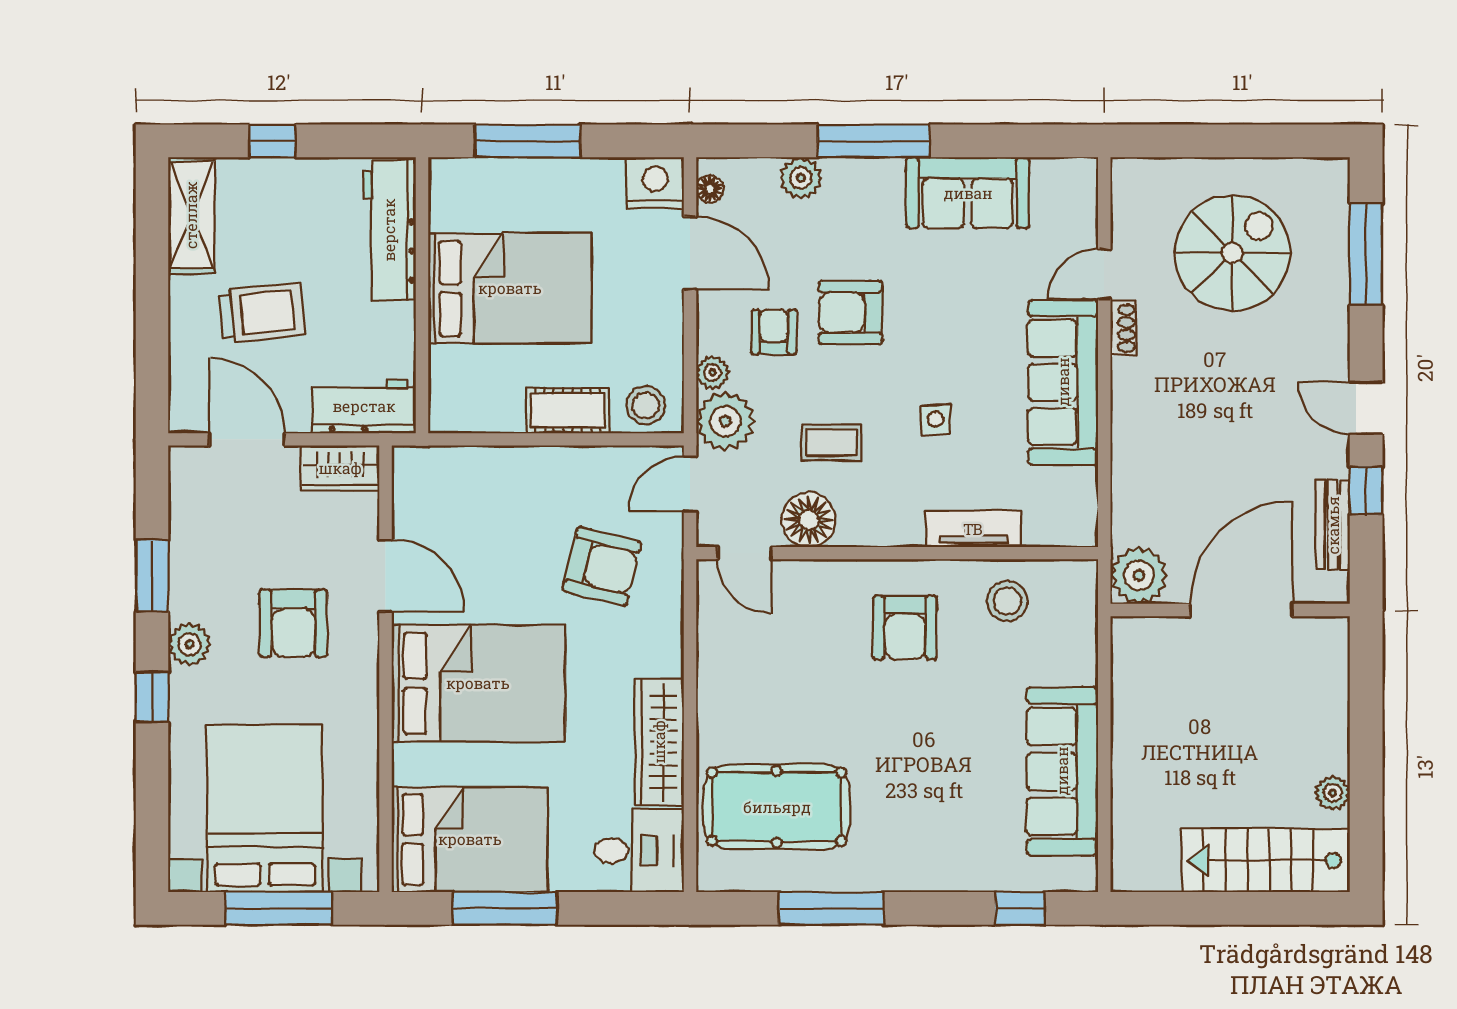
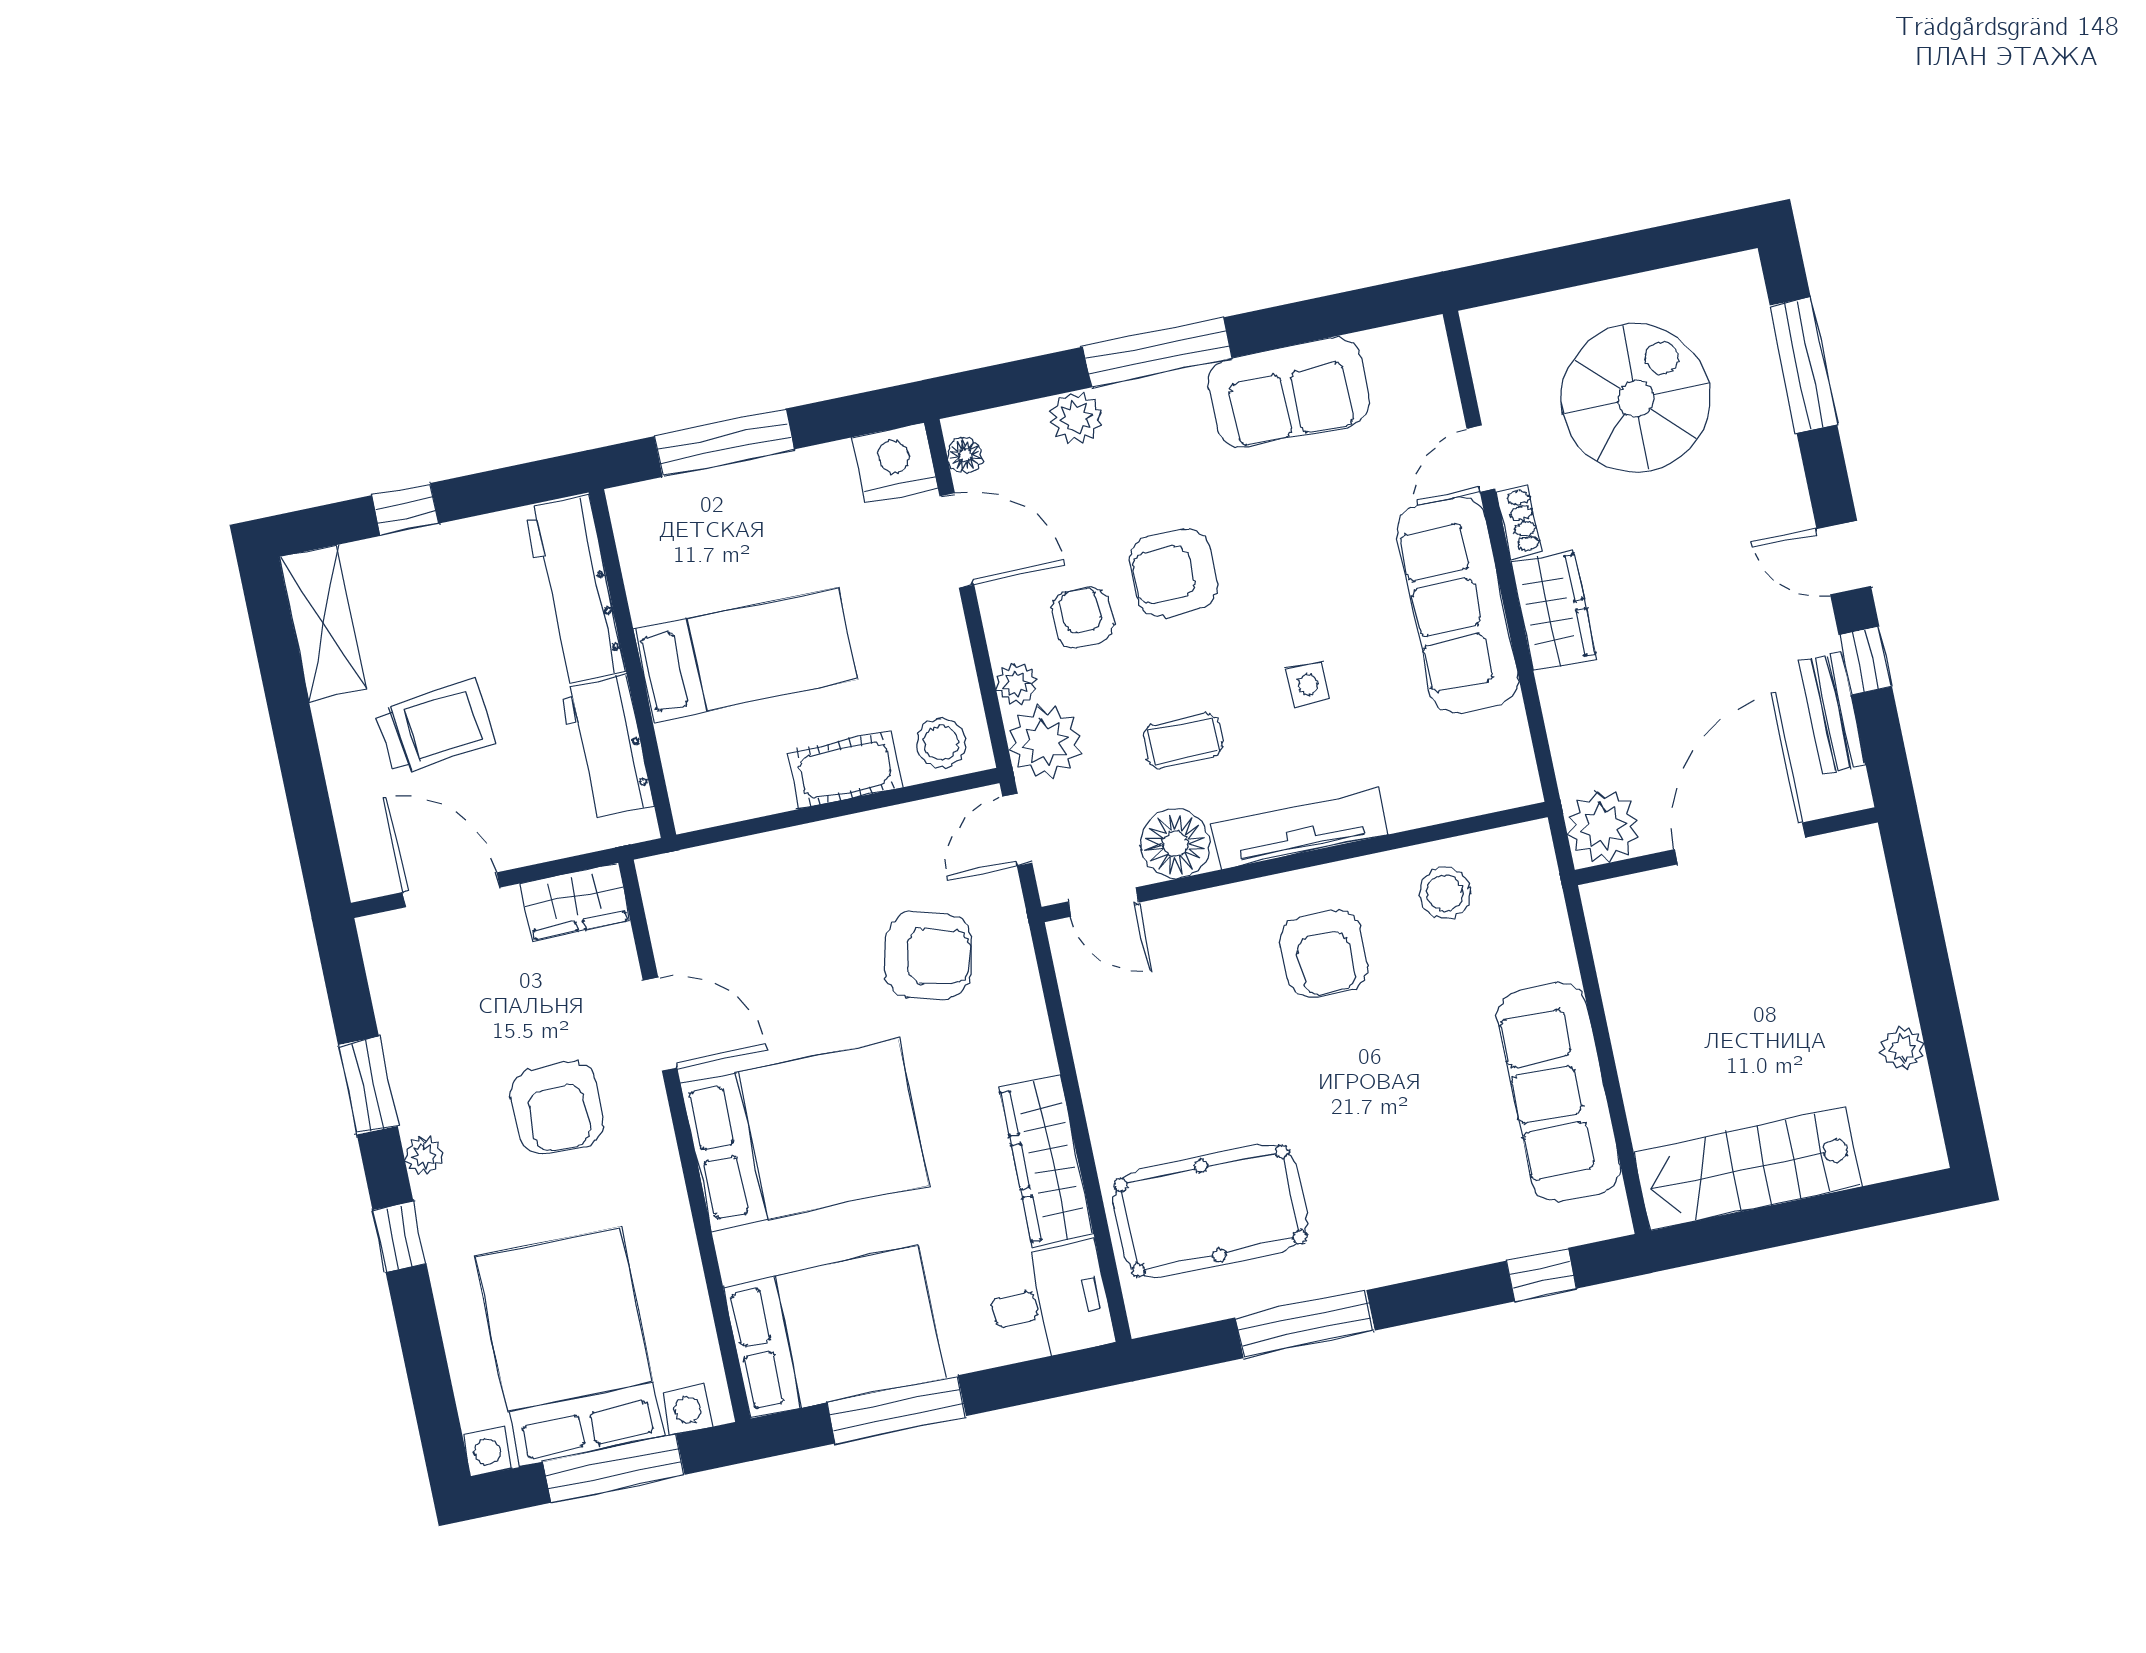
bed: (510, 288) -> (746, 655), width x0.67
wardrobe: (1135, 402) -> (1553, 610), added
workbench: (364, 406) -> (607, 748), moved, turned -90
tv unit: (973, 529) -> (1300, 829), moved, width x1.41
plant: (189, 644) -> (424, 1156), width x0.73, depth x0.73
stairs: (1266, 860) -> (1747, 1169), moved

